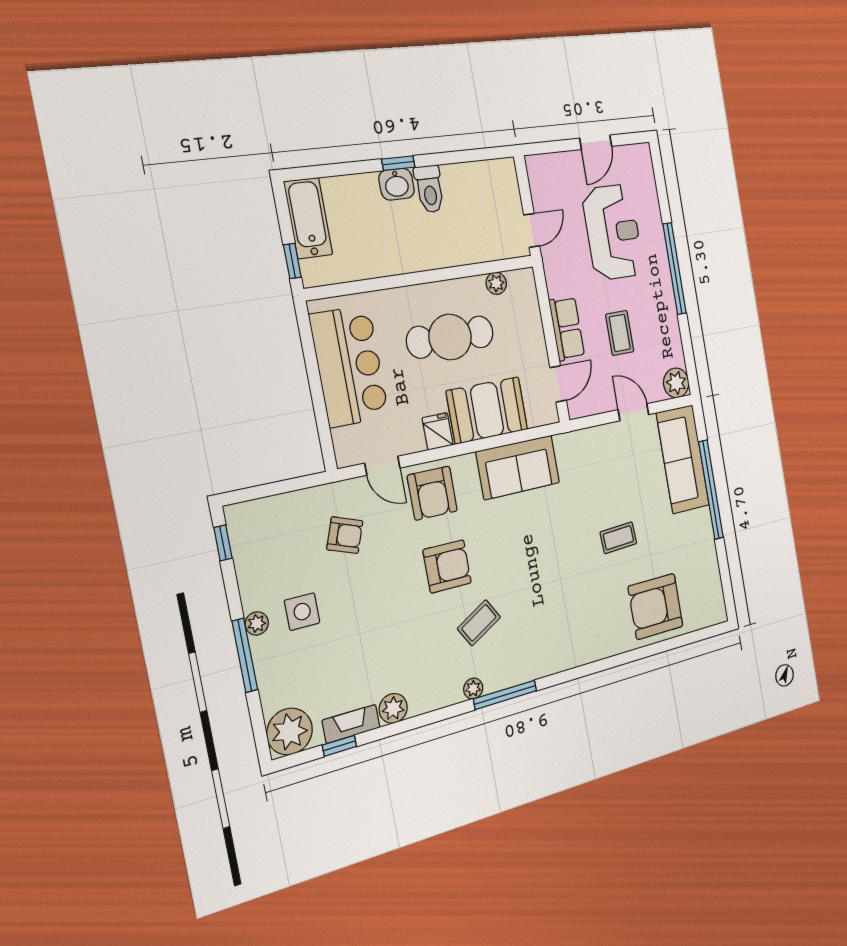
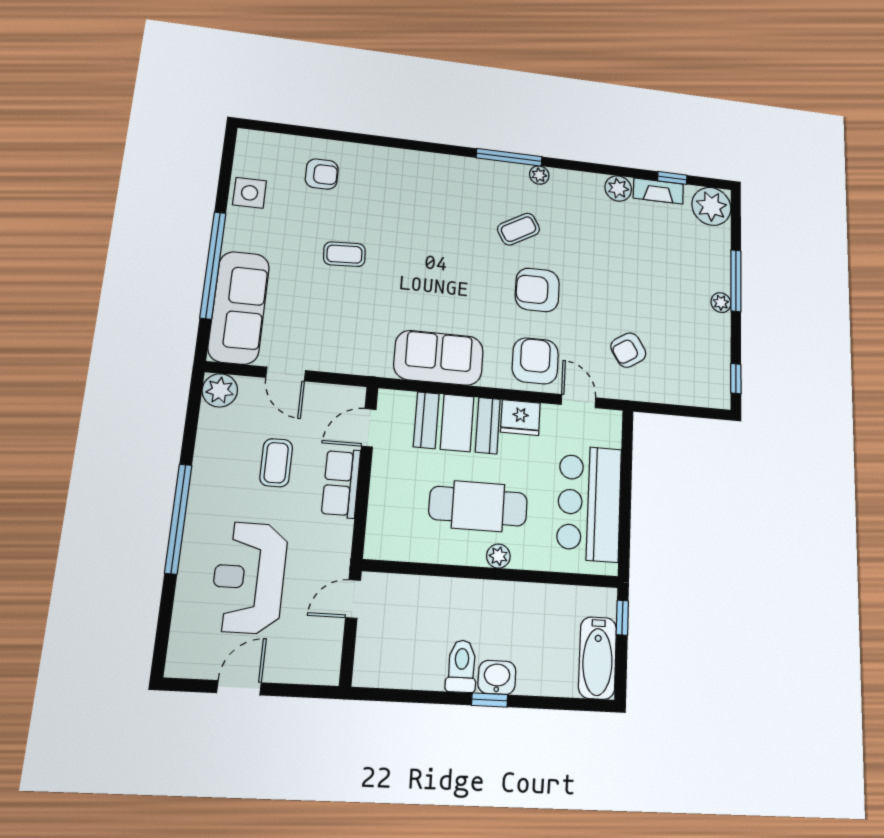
plant: (496, 283) -> (498, 556), moved
fridge: (438, 431) -> (520, 418), width x1.38
armchair: (345, 535) -> (628, 350), turned -52
armchair: (656, 606) -> (322, 174), width x0.53, depth x0.53
side table: (302, 612) -> (250, 193), moved

